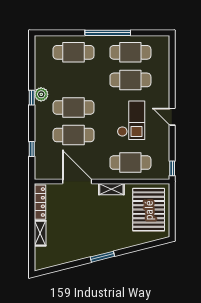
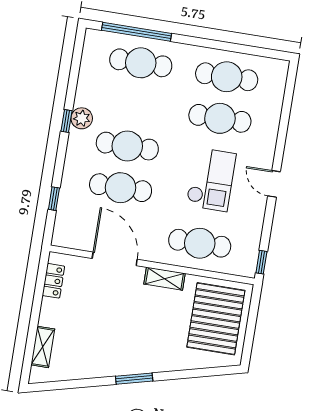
window: (108, 33) -> (137, 32), moved
locker: (40, 202) -> (53, 281), width x0.66
shelving: (40, 233) -> (43, 347), moved

